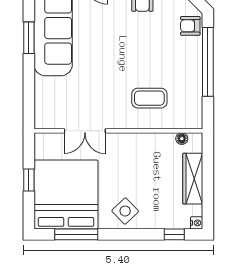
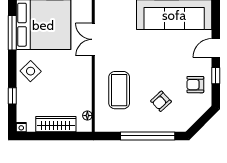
armchair: (190, 26) -> (161, 101), moved, turned -133
coffee table: (149, 98) -> (119, 90), width x1.36, depth x1.32
window: (174, 234) -> (12, 96), moved

